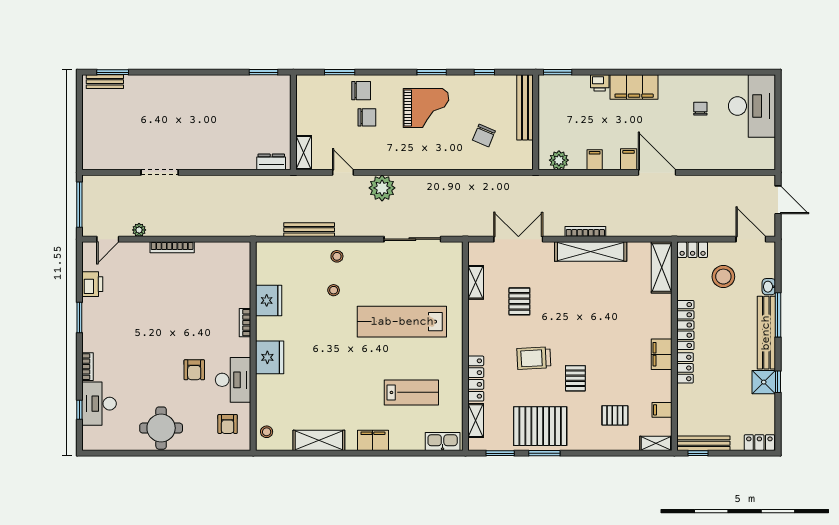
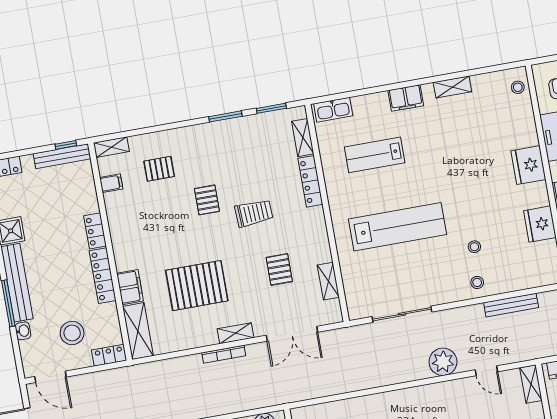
shelving: (591, 252) -> (235, 333), width x0.45, depth x0.75
filing cabinet: (662, 354) -> (130, 287), moved
pallet: (540, 426) -> (197, 286), moved
shelving: (319, 440) -> (452, 87), width x0.67, depth x0.75

